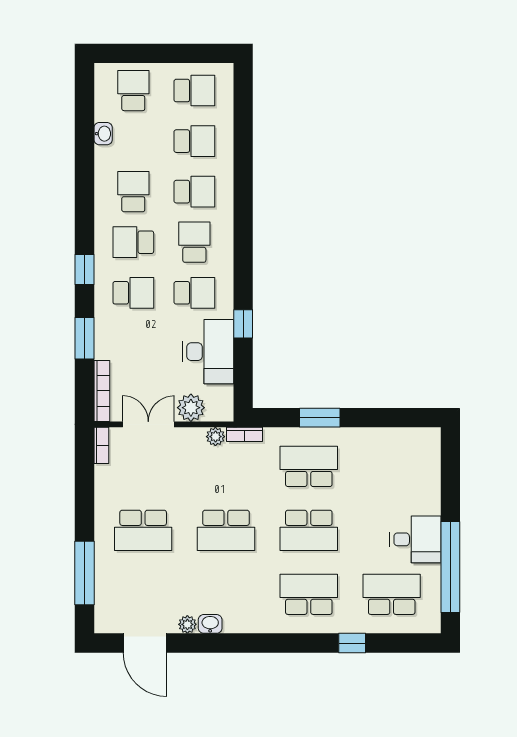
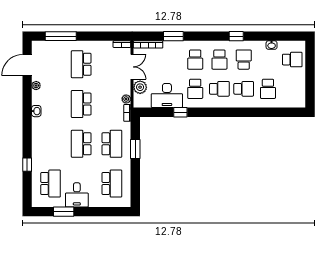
school desk: (194, 91) -> (292, 89), removed
school desk: (133, 192) -> (244, 60), turned -90
school desk: (194, 192) -> (244, 89), turned -90
school desk: (133, 242) -> (219, 60), turned 180
window: (85, 270) -> (236, 36), moved
window: (450, 567) -> (64, 212), width x0.47
school desk: (309, 594) -> (112, 184), moved
washbasin: (210, 624) -> (36, 111), moved

